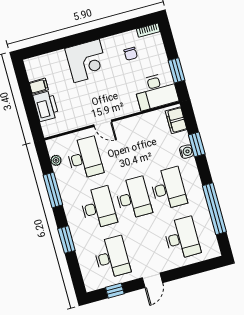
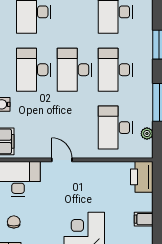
chair: (131, 54) -> (14, 222), moved
printer: (46, 106) -> (142, 177), moved
door: (103, 123) -> (62, 160), moved

